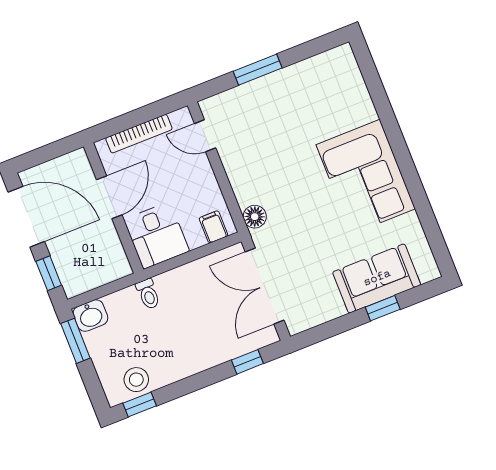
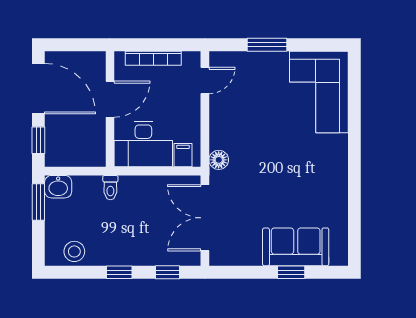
door: (205, 136) -> (205, 80), swing flipped
corner sofa: (366, 177) -> (319, 92), moved
desk: (157, 235) -> (143, 144), width x1.37
window: (140, 404) -> (119, 272), moved

